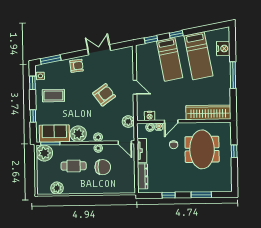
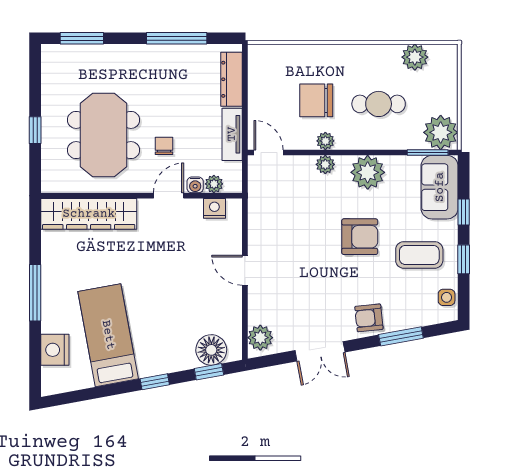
floor lamp: (150, 50) -> (211, 350), added
bed: (170, 59) -> (170, 328), removed
window: (51, 60) -> (401, 336), moved
window: (32, 83) -> (464, 259), moved
armchair: (104, 95) -> (360, 237), moved, turned -144
plant: (128, 122) -> (260, 338), moved
sofa: (54, 134) -> (440, 187), moved, turned 90
window: (169, 195) -> (177, 38), width x2.17
window: (201, 195) -> (82, 38), moved

